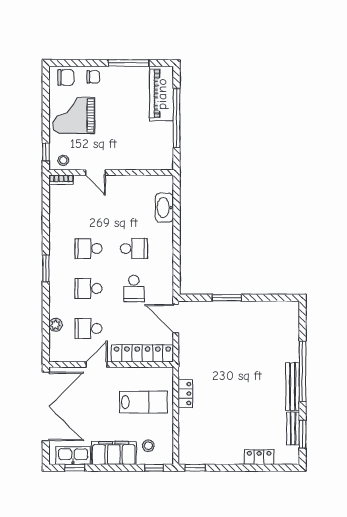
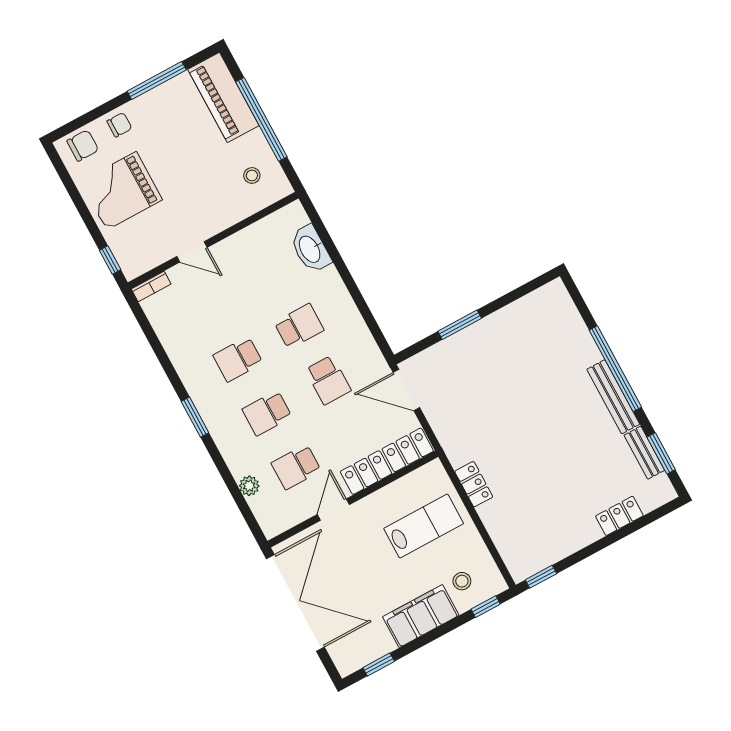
stool: (63, 160) -> (252, 175), moved
kitchen sink: (73, 455) -> (368, 649), removed

